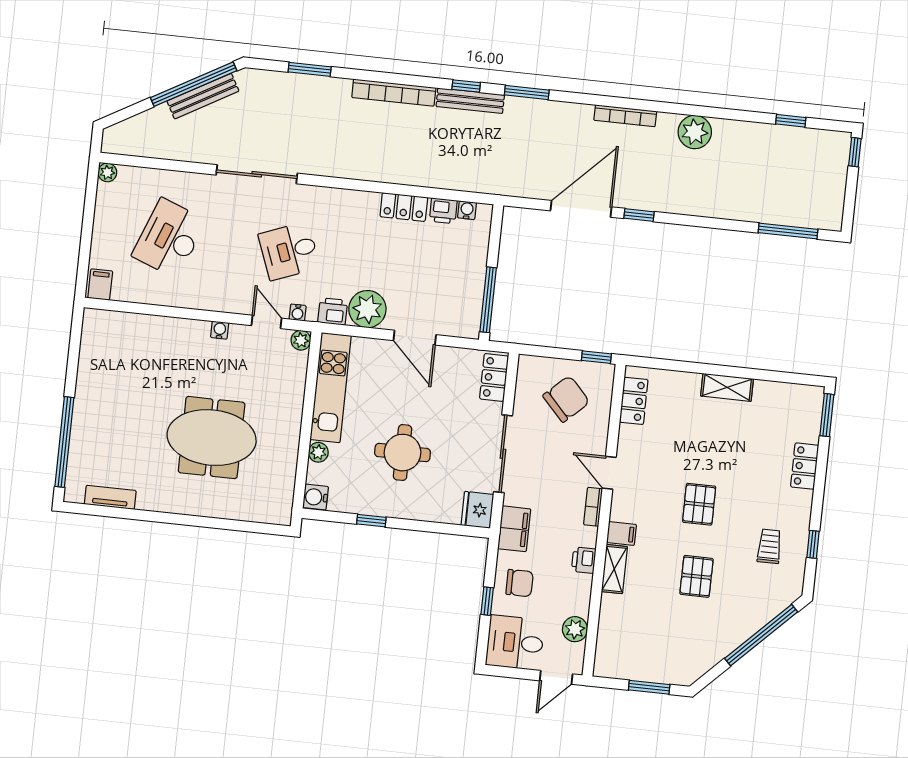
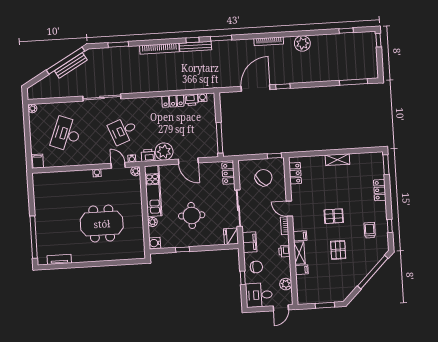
pallet: (699, 504) -> (334, 216), turned 90
filing cabinet: (613, 605) -> (302, 270), added

